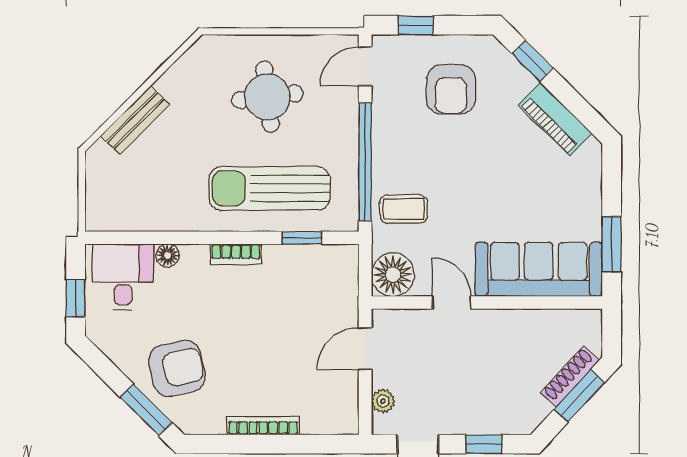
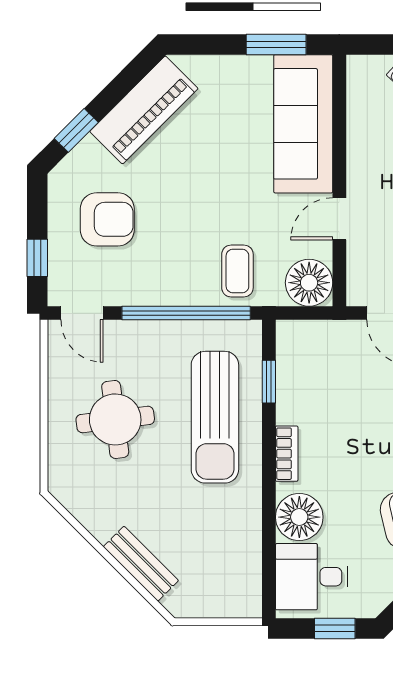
piano: (555, 119) -> (144, 110), width x1.37, depth x1.33
floor lamp: (168, 255) -> (299, 517), width x1.89, depth x1.89

